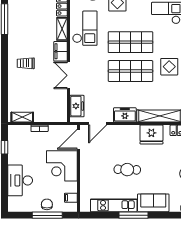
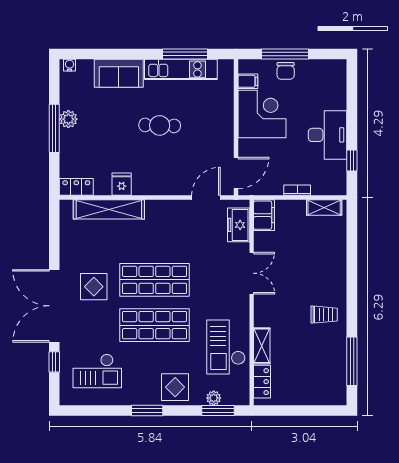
filing cabinet: (61, 51) -> (264, 215), moved
trolley: (26, 63) -> (324, 315), moved
freezer: (125, 115) -> (163, 211), removed
fridge: (151, 134) -> (122, 184), width x0.53, depth x0.75
corner desk: (62, 166) -> (262, 114), moved
desk: (20, 180) -> (328, 135), moved
window: (133, 215) -> (185, 54), moved

